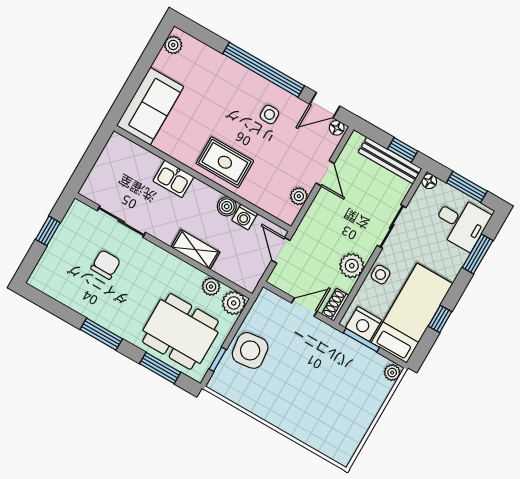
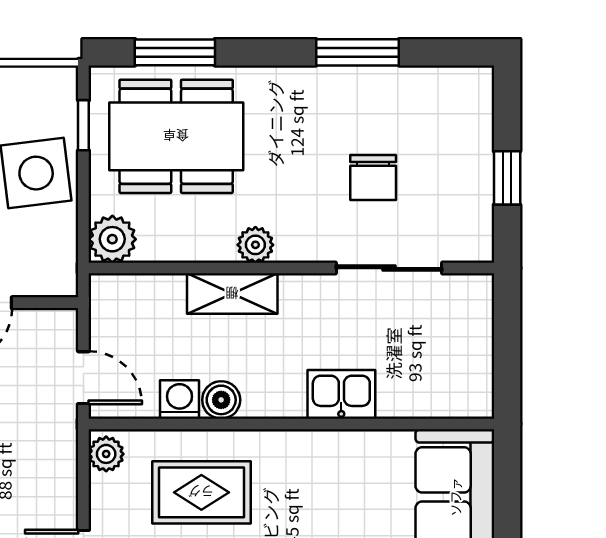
rug: (225, 162) -> (201, 492), moved
plant: (299, 196) -> (106, 454), moved
plant: (211, 287) -> (255, 245), moved
window: (101, 334) -> (358, 52), moved

